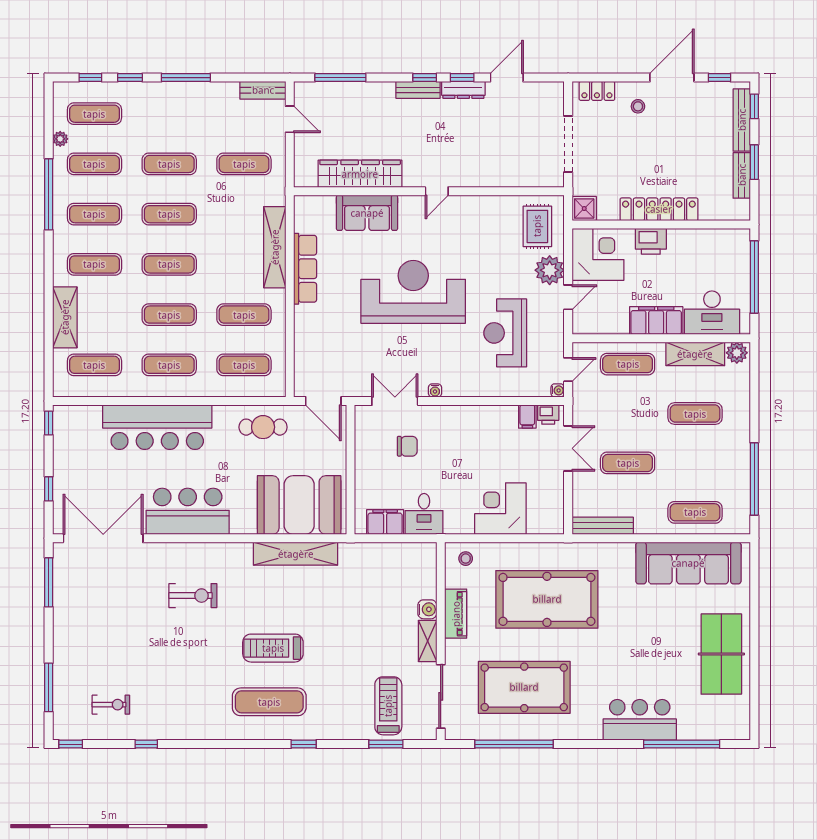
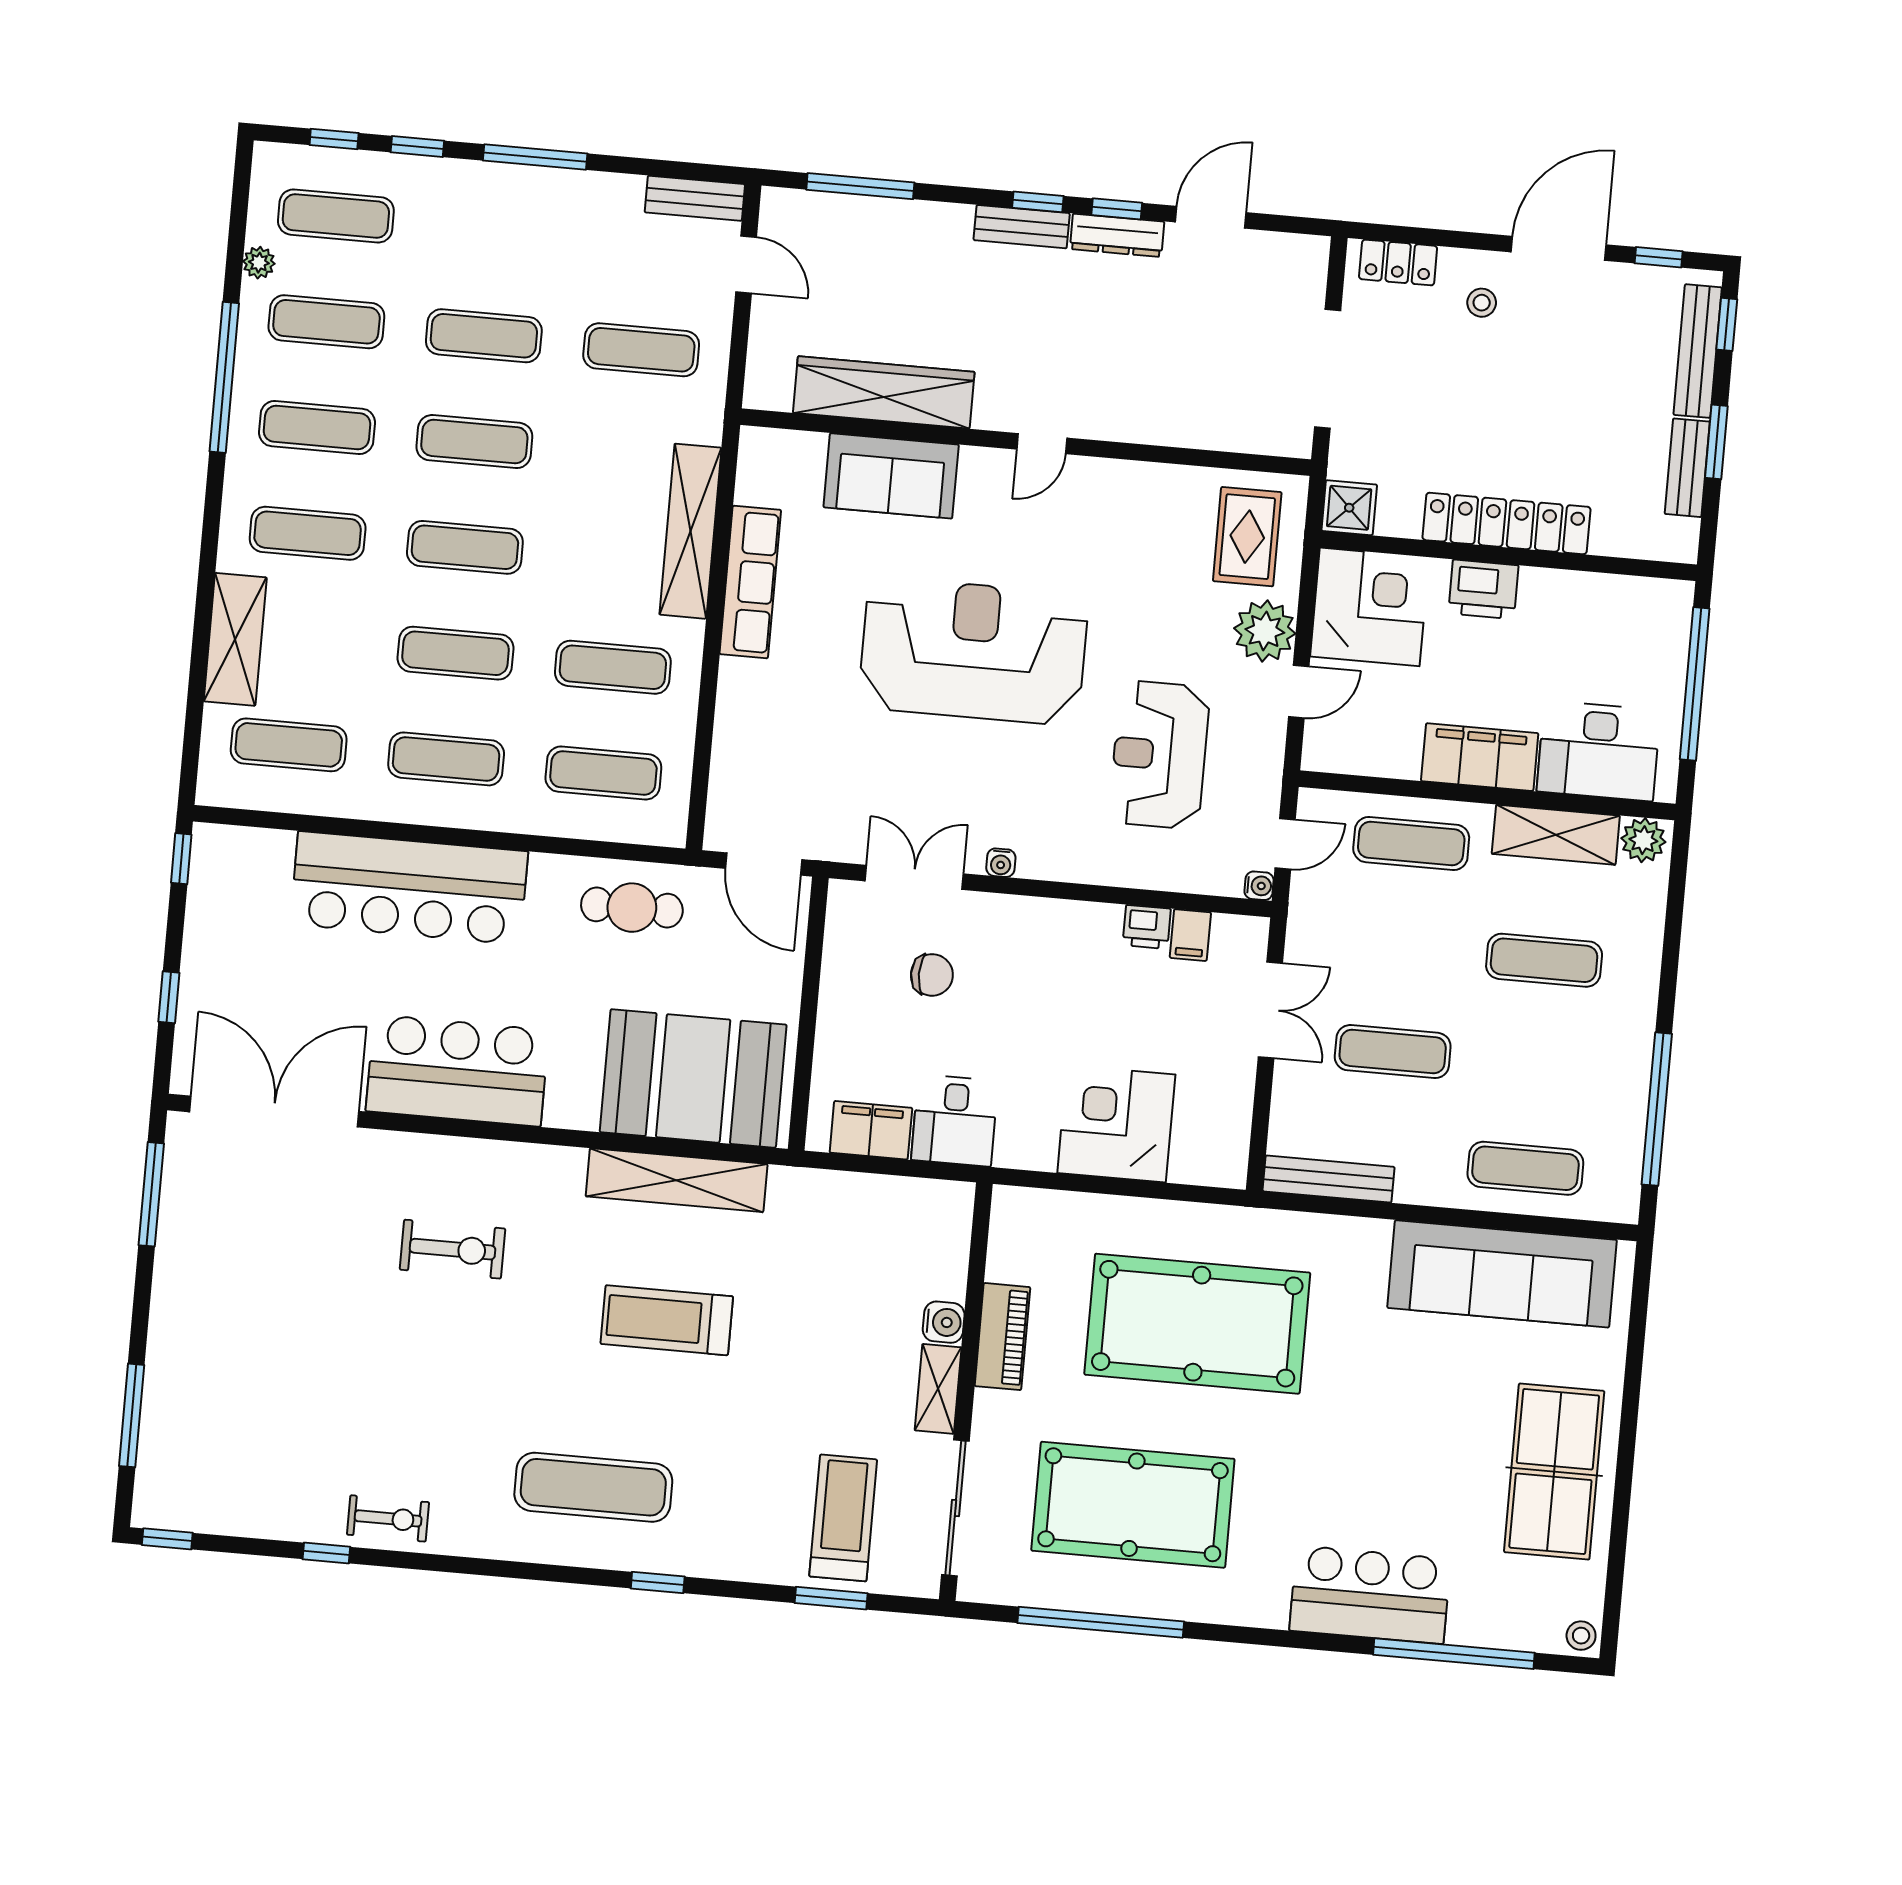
printer: (548, 415) -> (1147, 927), moved
stool: (466, 559) -> (1581, 1636), moved
treadmill: (273, 648) -> (667, 1320), moved
exercise bike: (111, 705) -> (388, 1518), moved

